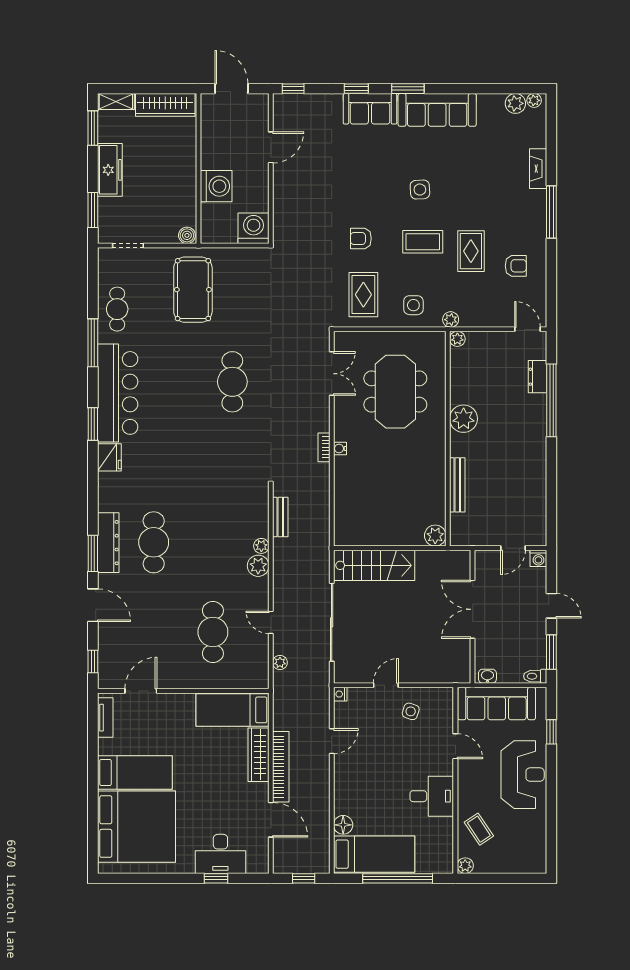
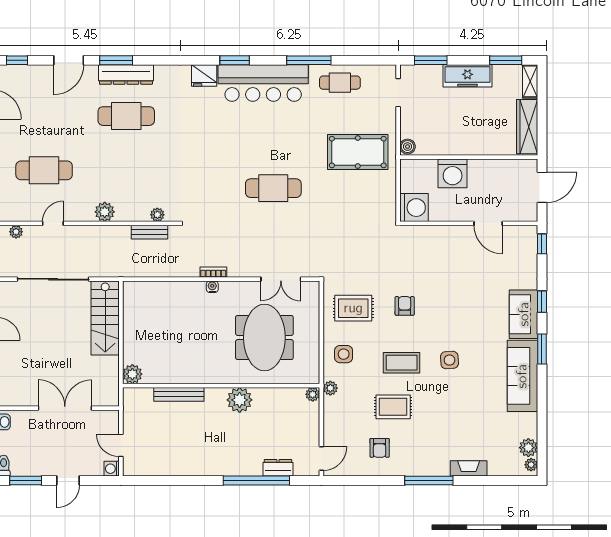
coffee table: (423, 242) -> (402, 363), turned 90
meeting table: (395, 392) -> (264, 337), turned 90
plant: (261, 546) -> (157, 215), moved

